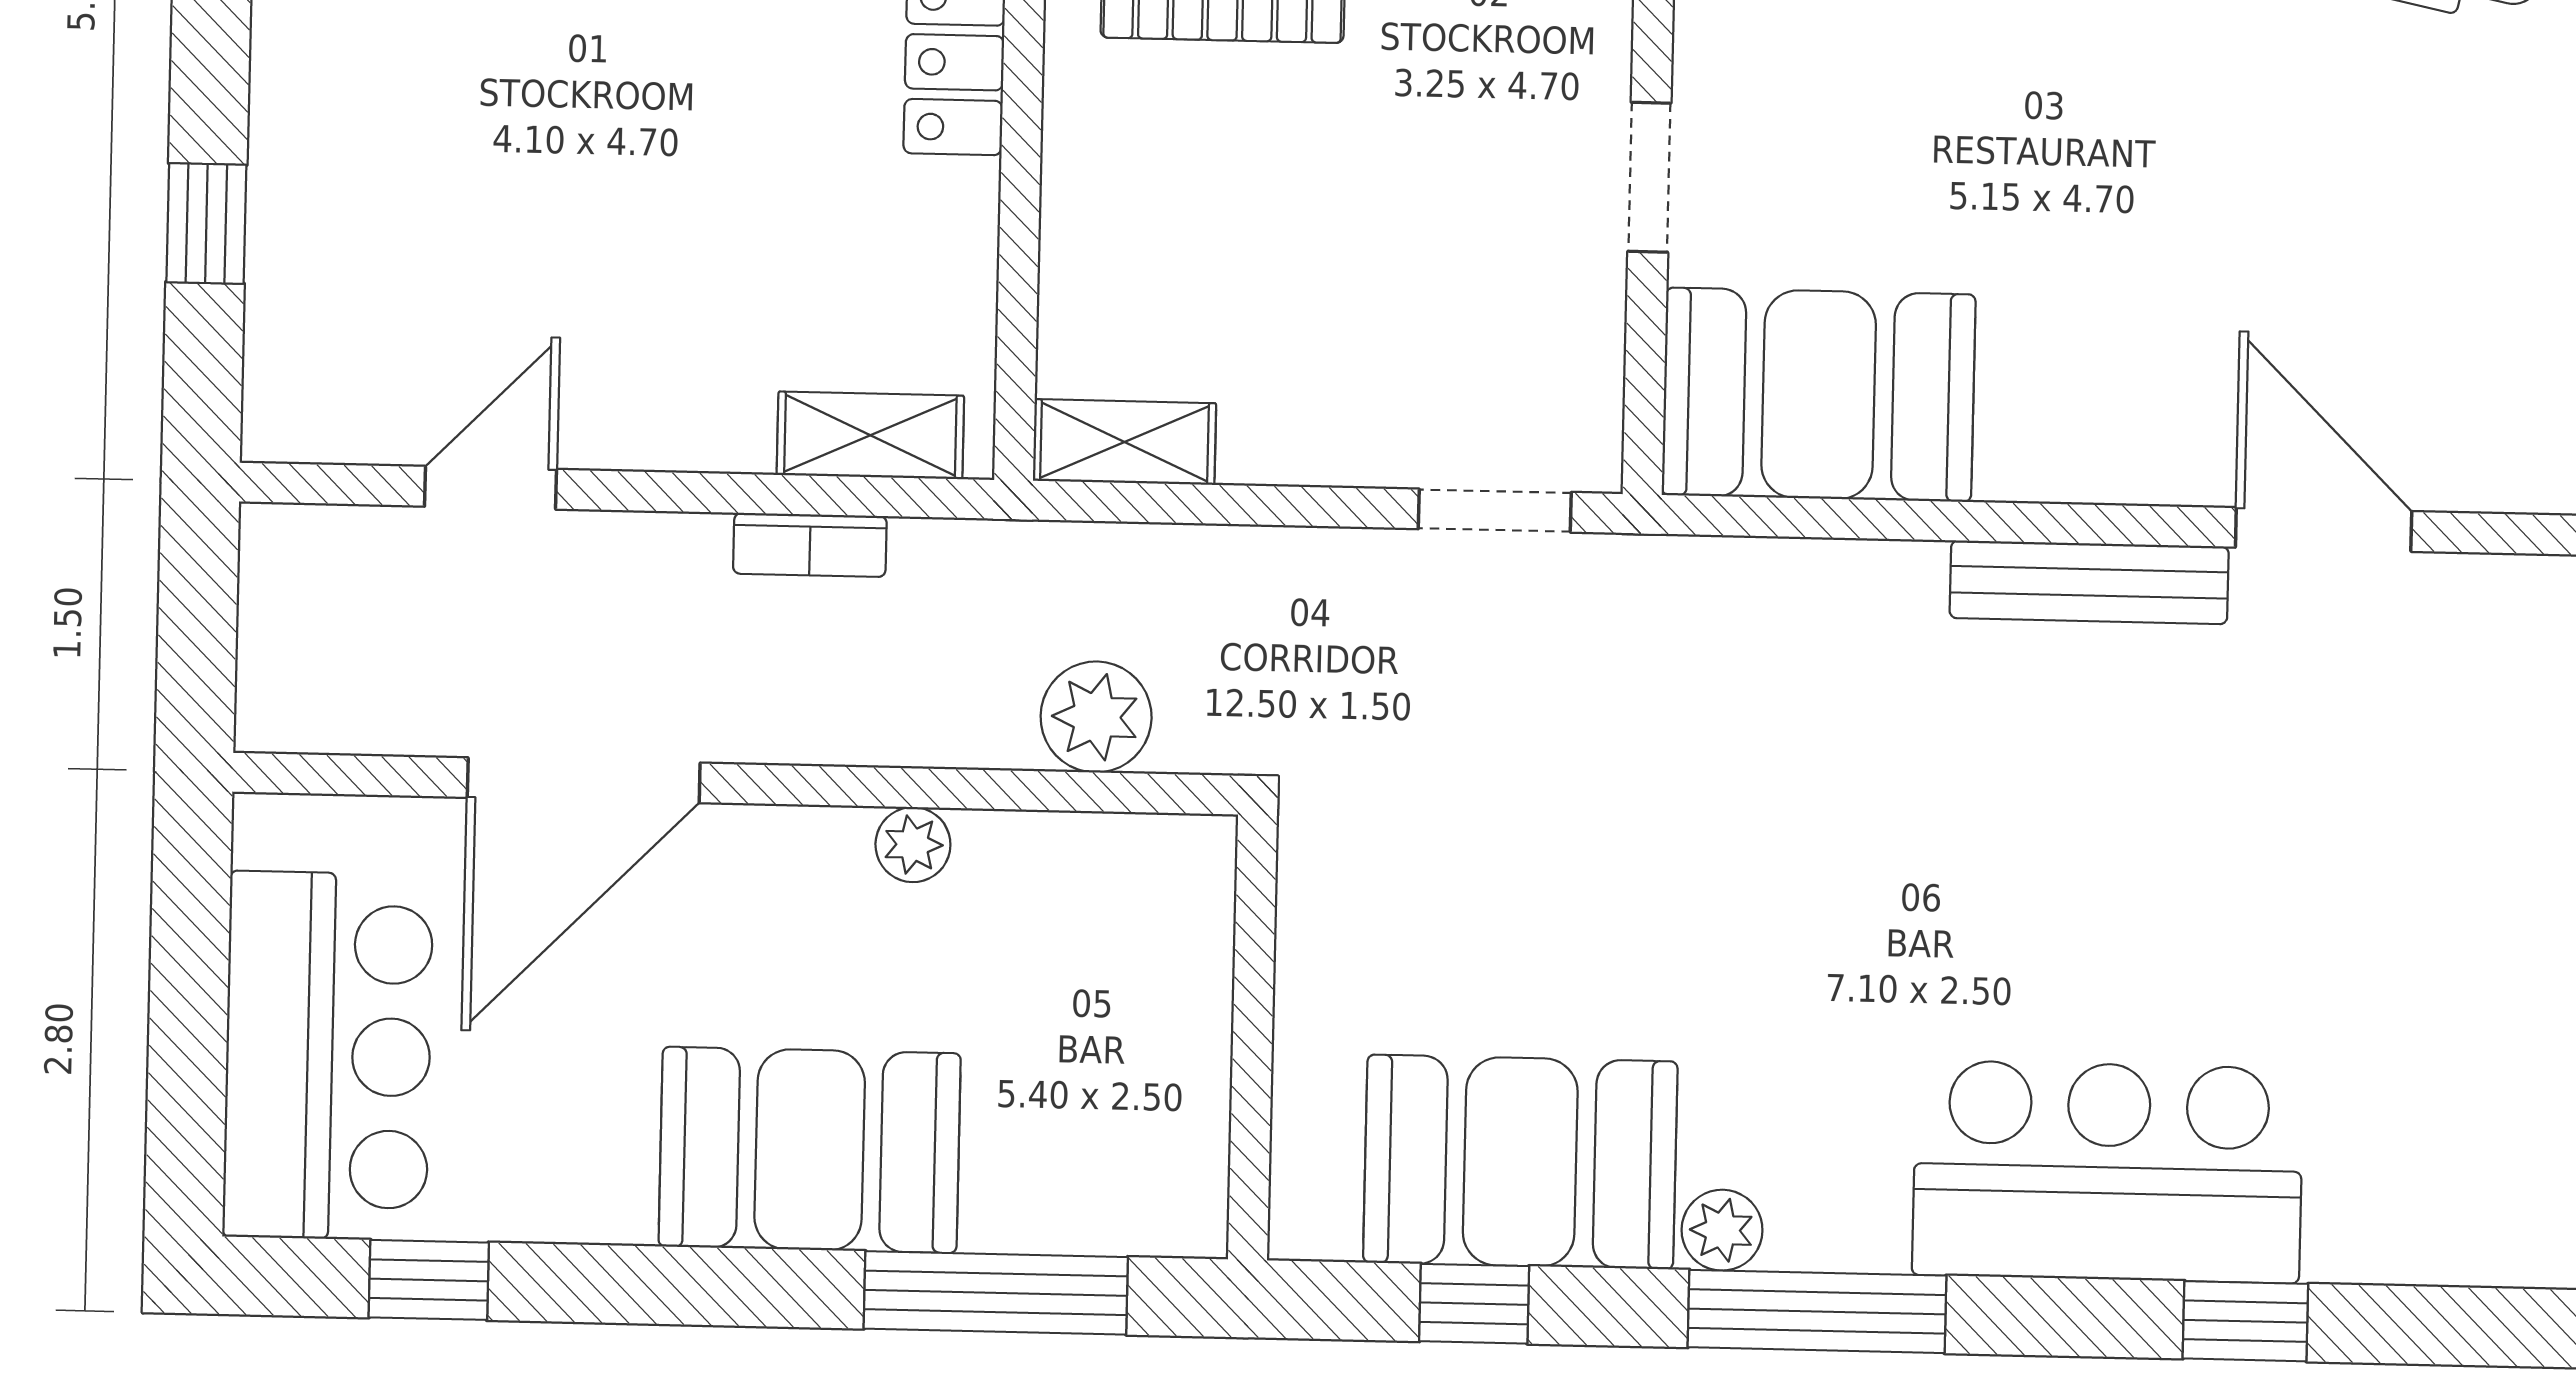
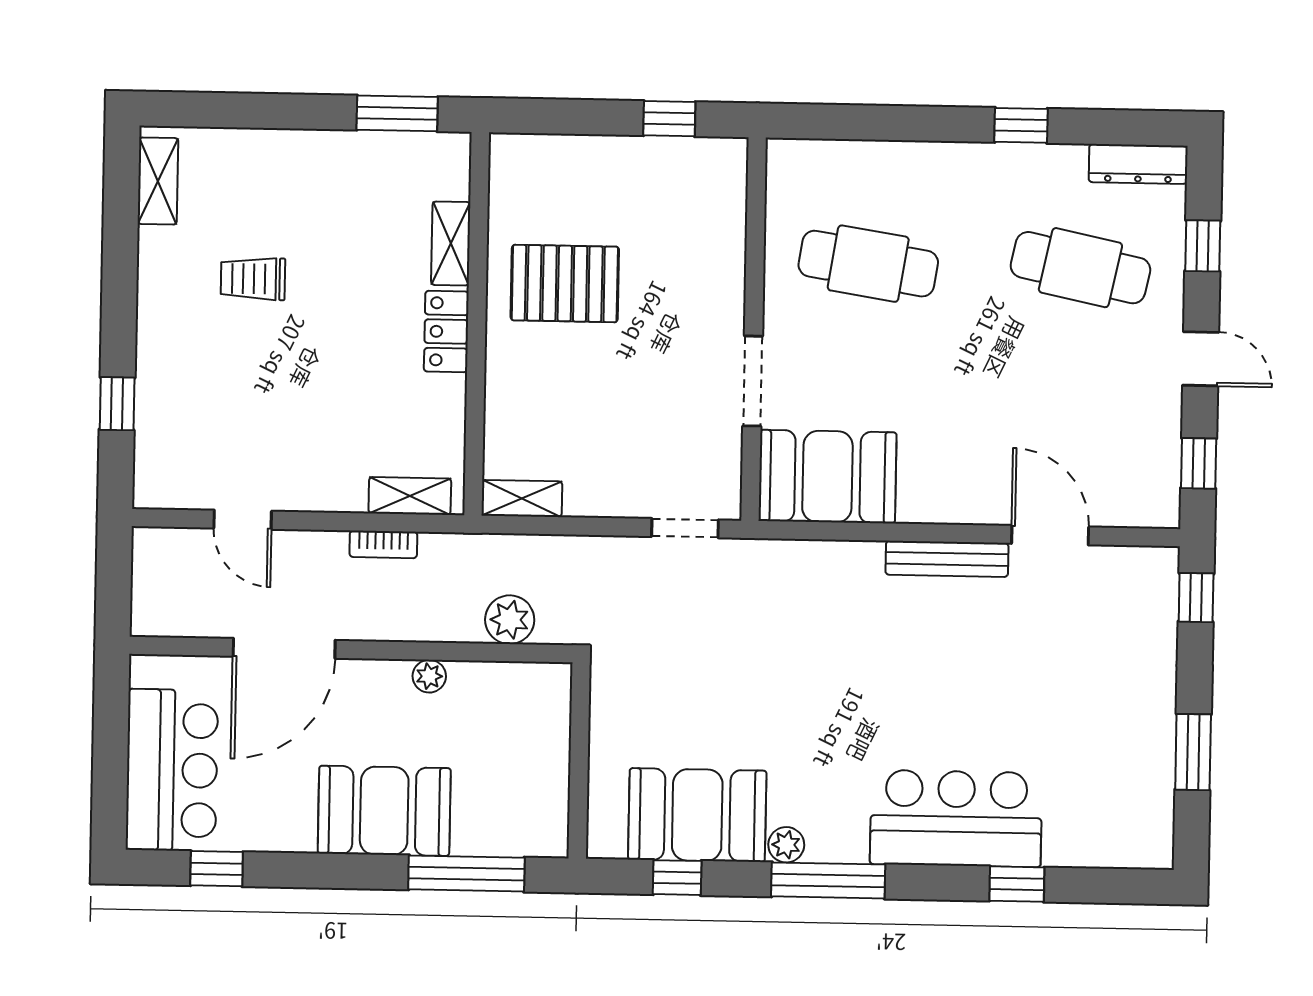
doorway: (1649, 177) -> (753, 381), width x1.38
door: (491, 488) -> (243, 520), swing flipped

